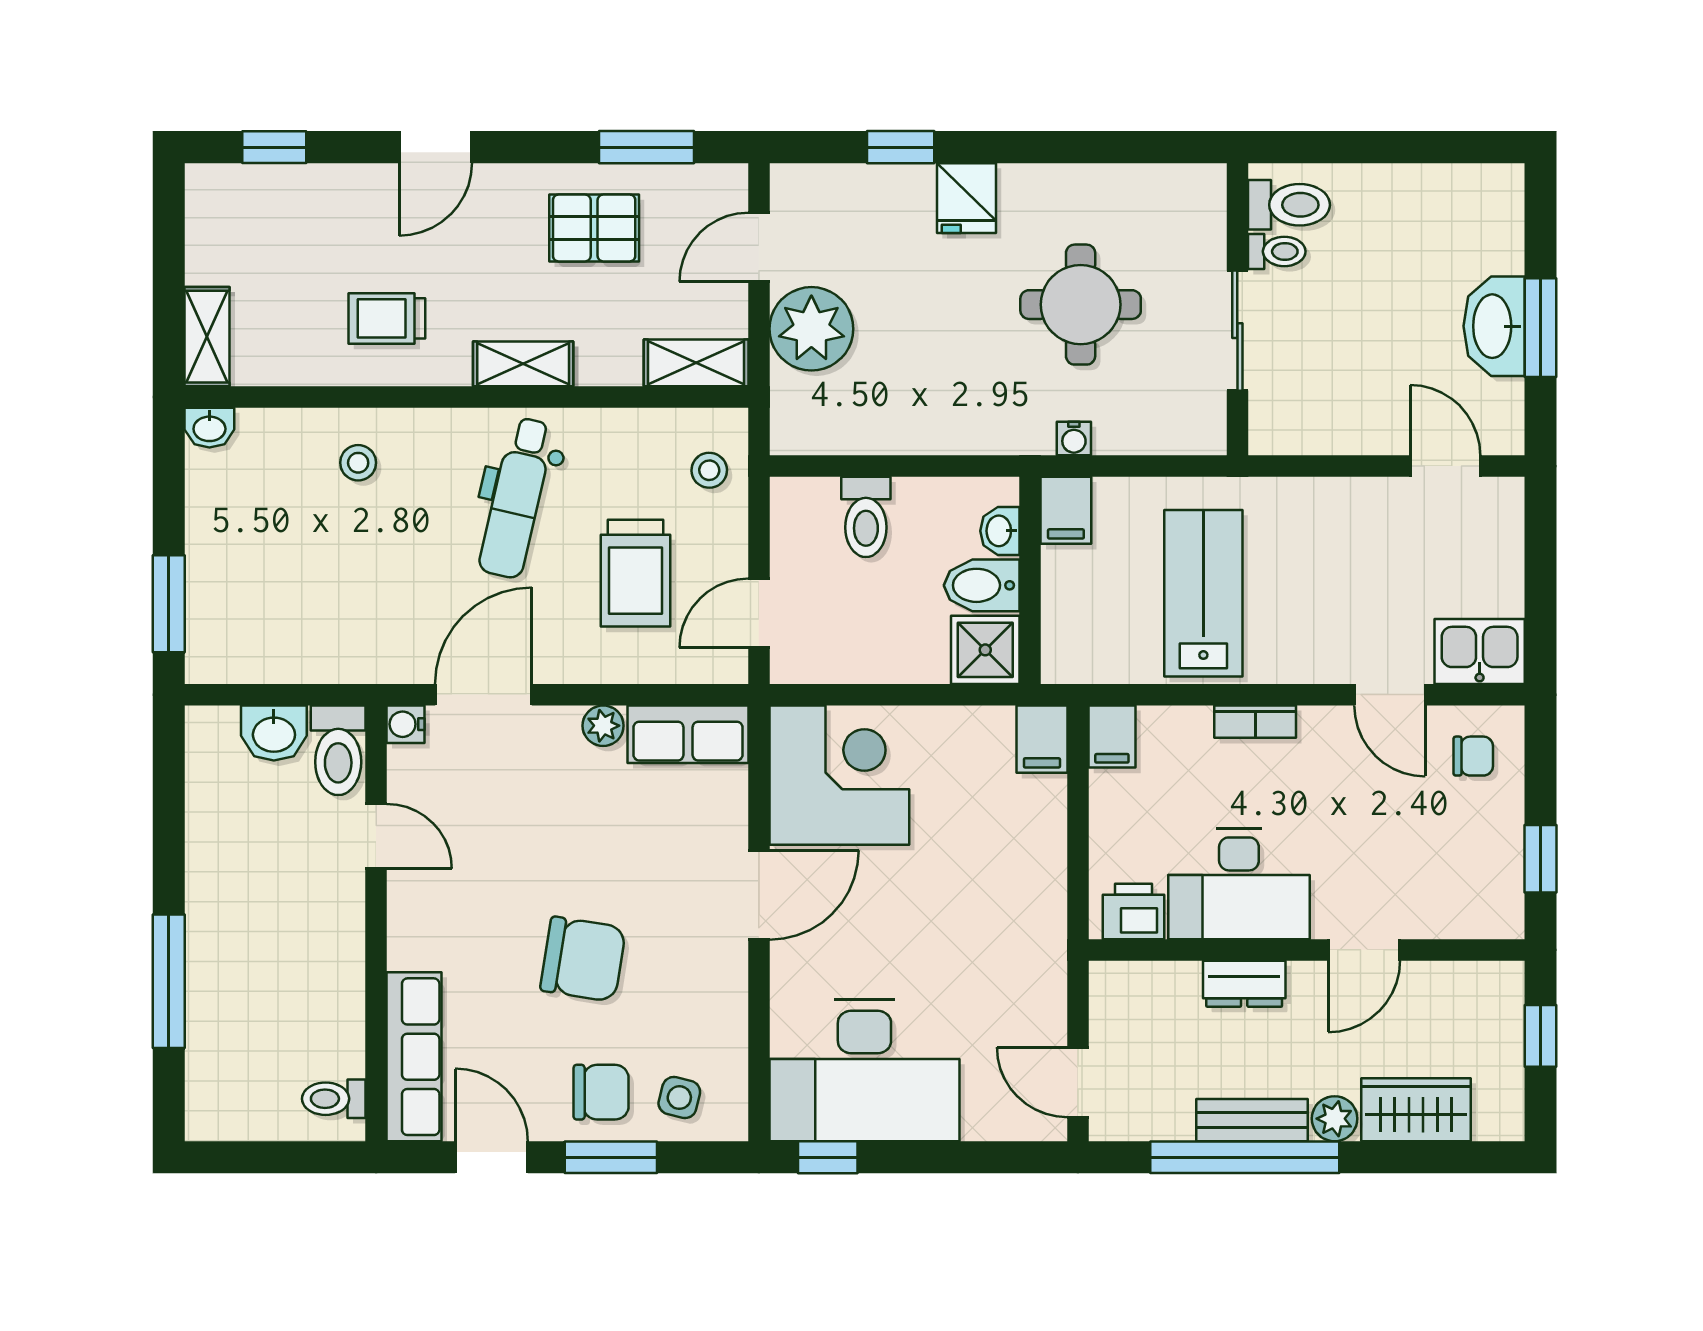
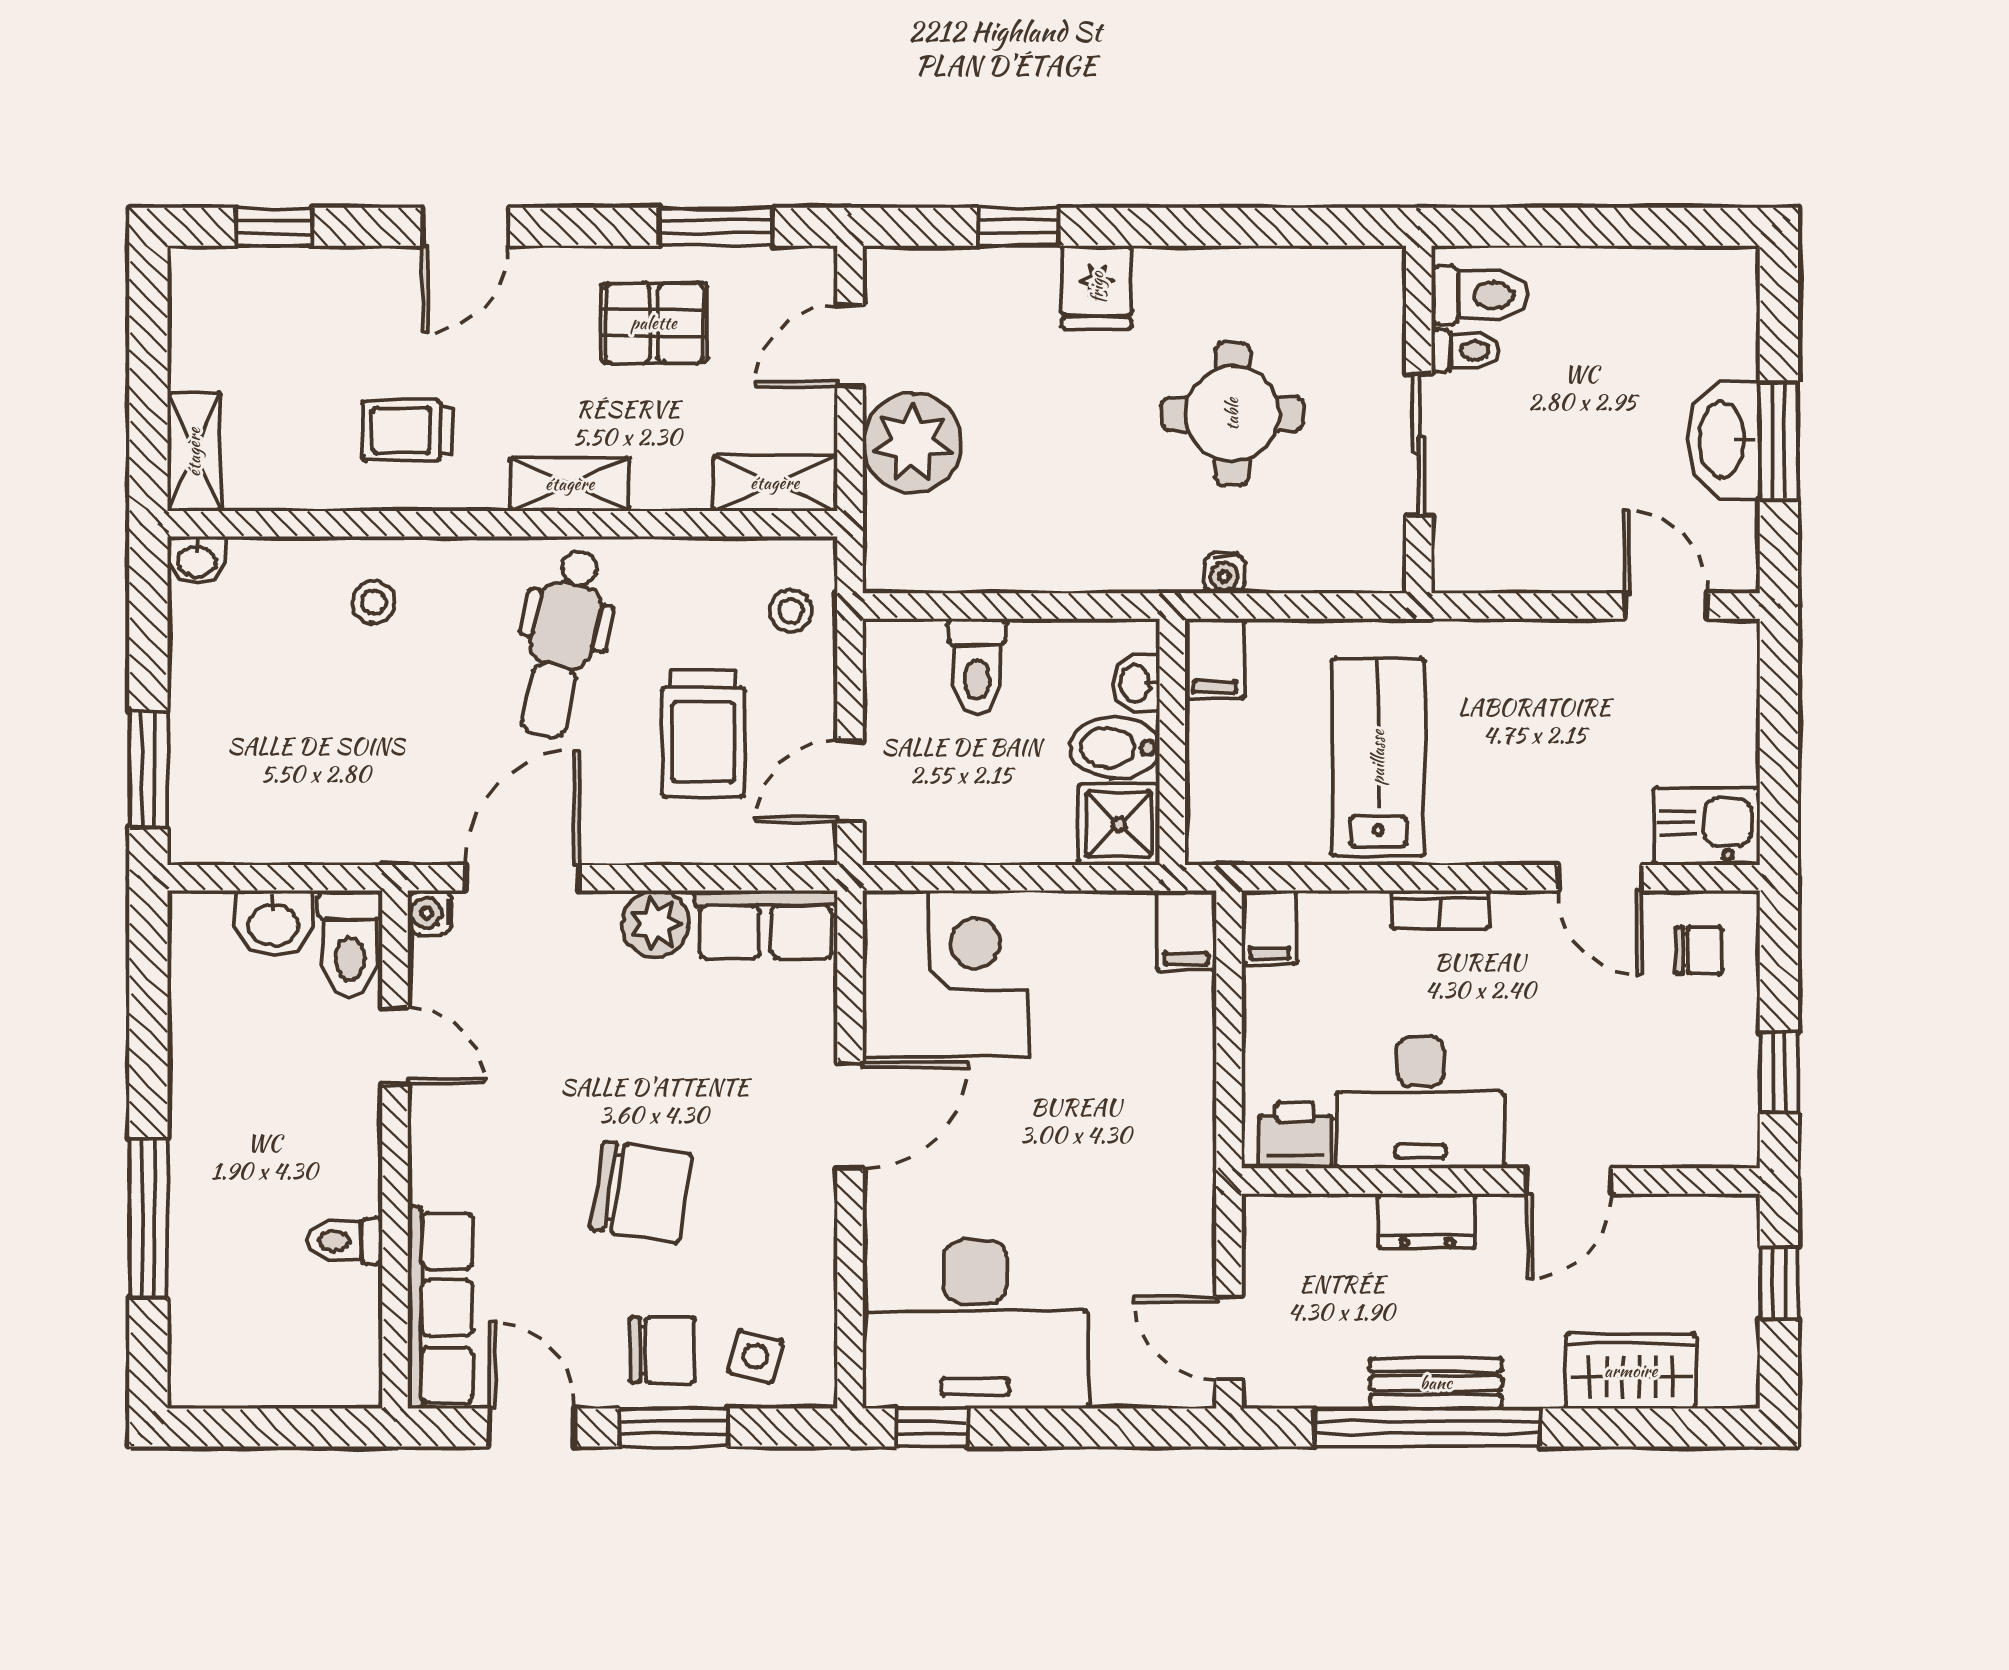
plant: (603, 726) -> (656, 924), width x1.38, depth x1.38
toilet: (334, 1099) -> (345, 1241), moved
plant: (1335, 1119) -> (1534, 1382), removed

